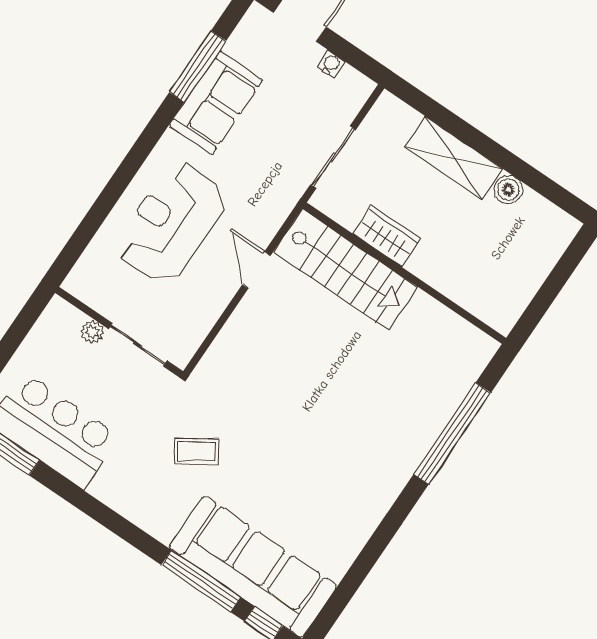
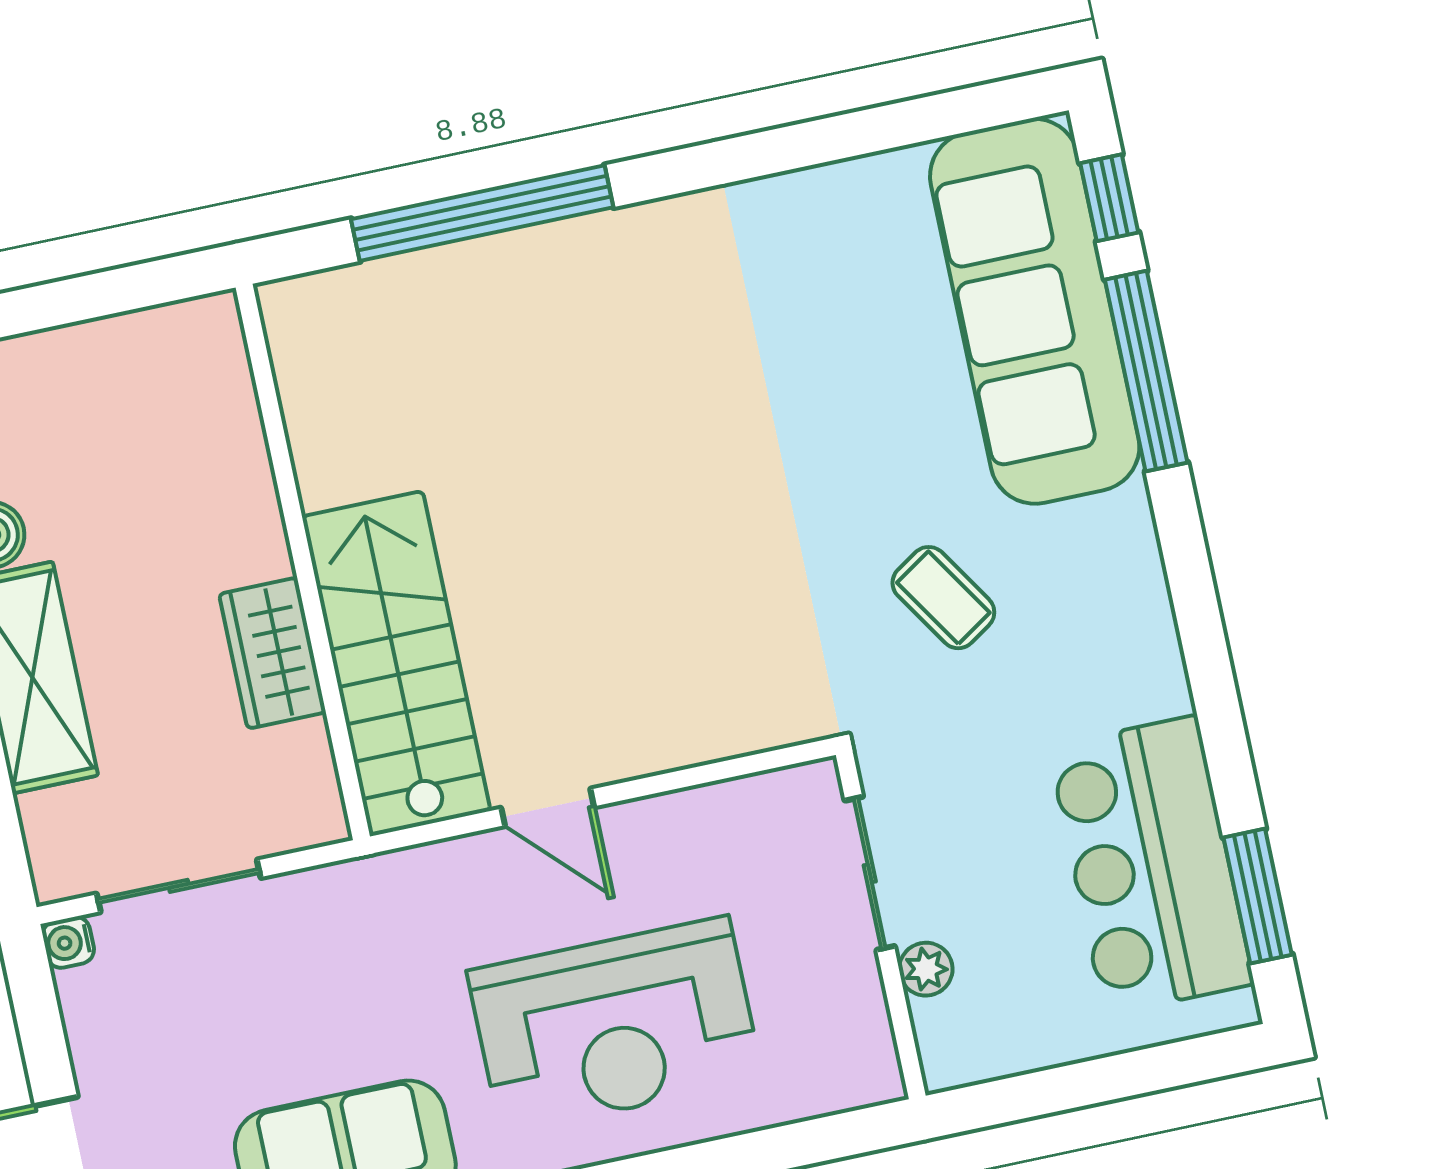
water cooler: (331, 64) -> (68, 942), moved
sliding door: (333, 157) -> (179, 886), moved
door: (257, 270) -> (548, 807), hinge flipped

